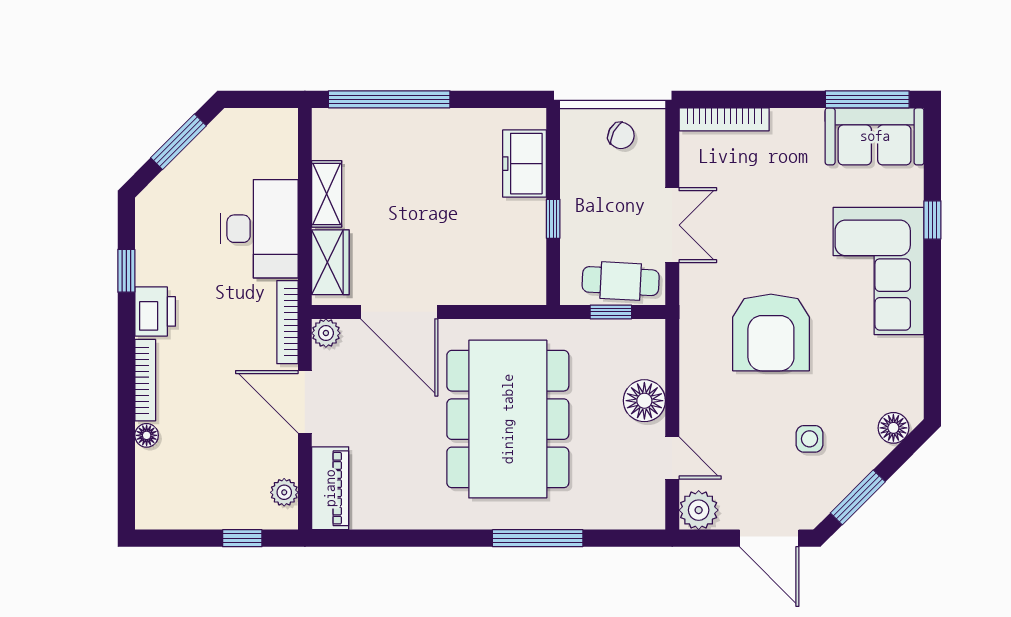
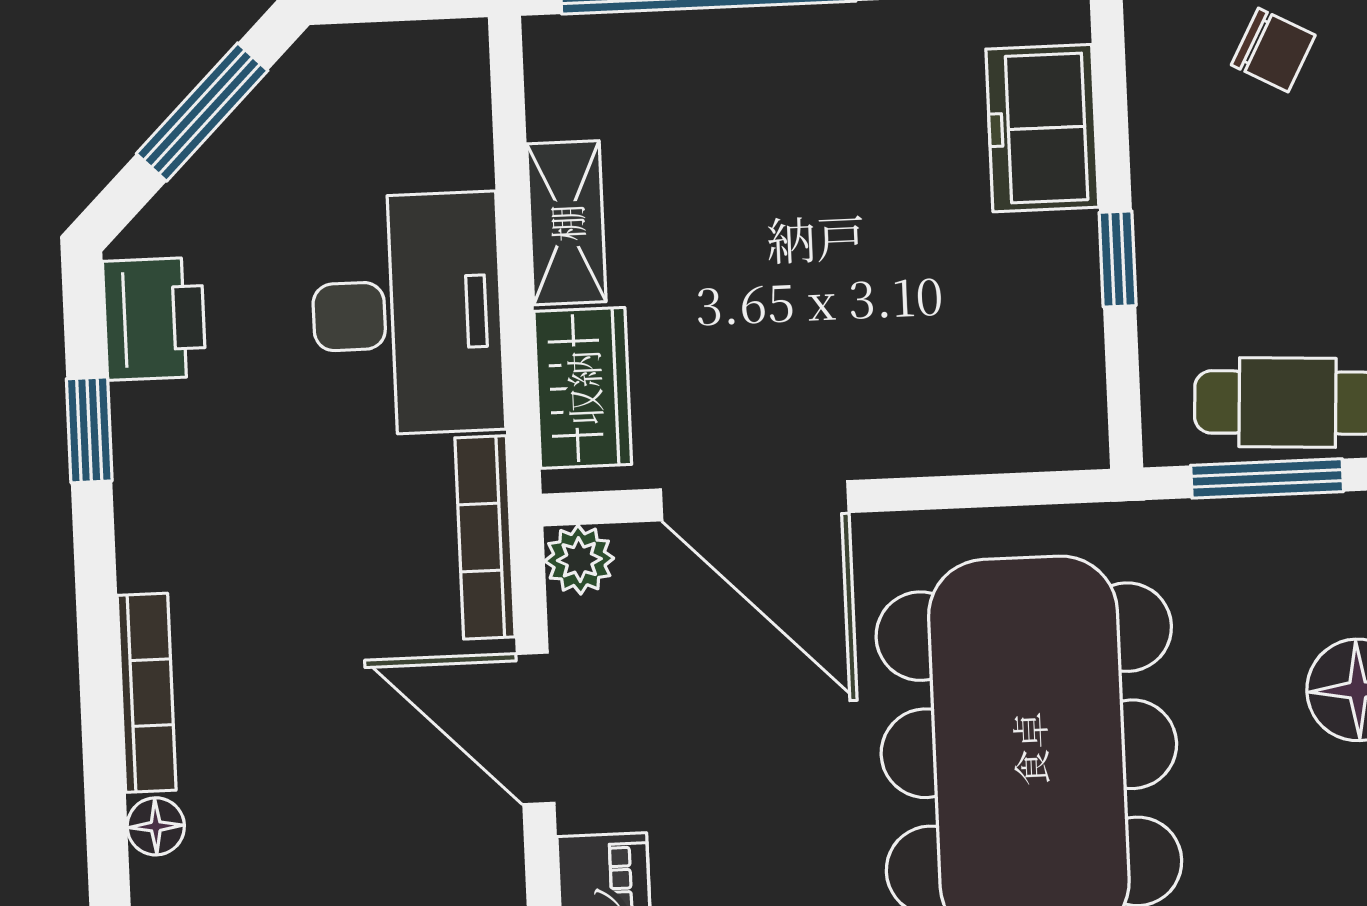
printer: (155, 311) -> (154, 319), moved
window: (611, 312) -> (1267, 478), width x1.50

